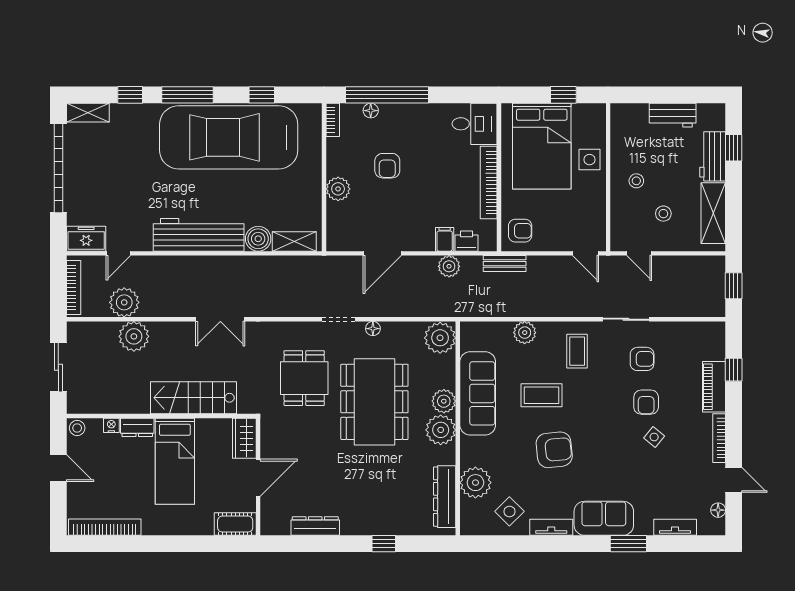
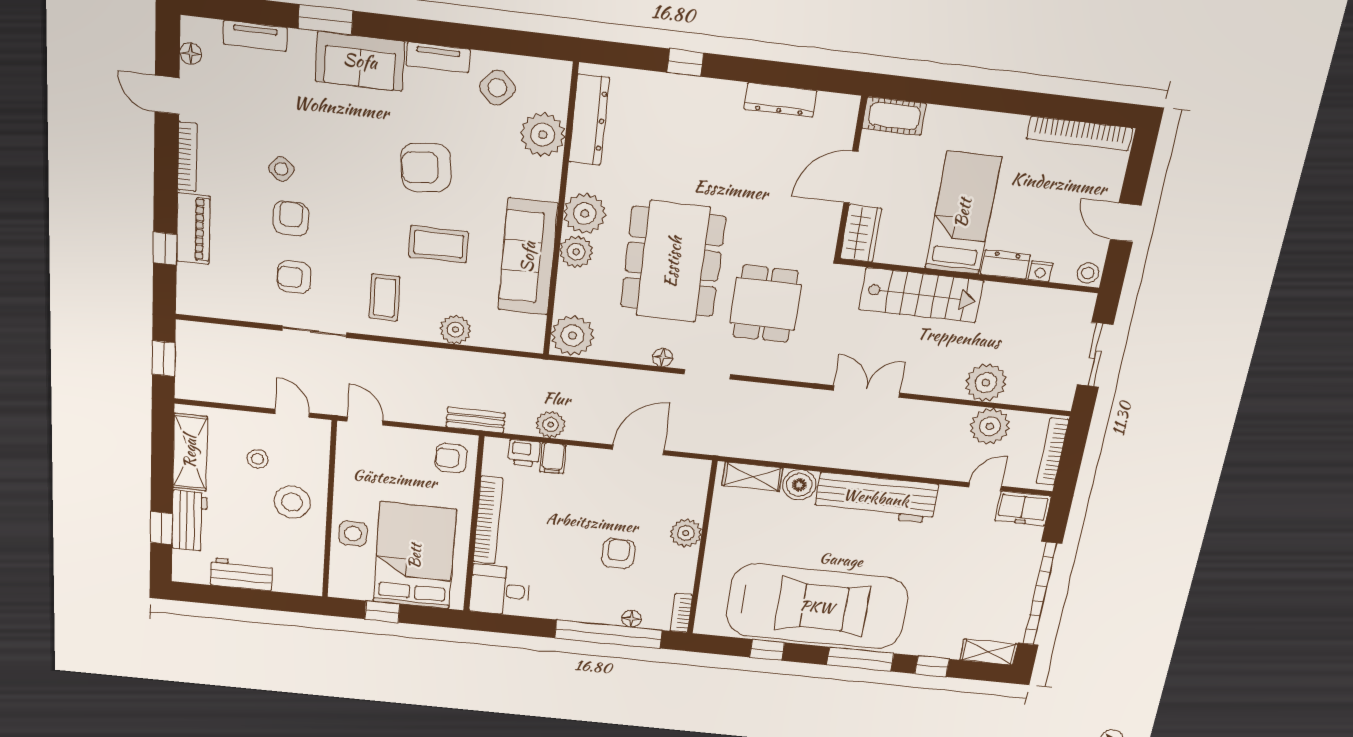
stool: (636, 181) -> (292, 502), width x1.89, depth x1.89

